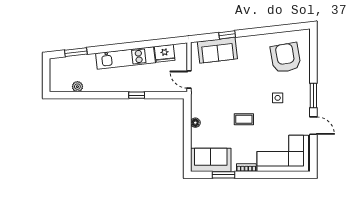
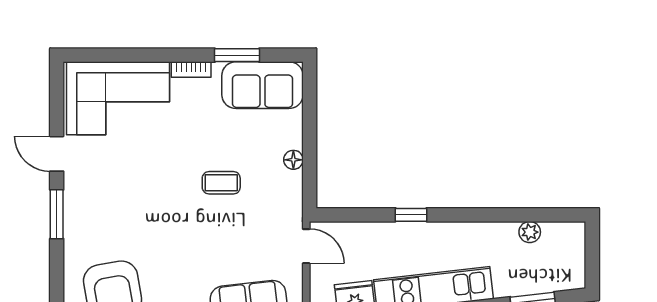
side table: (278, 98) -> (128, 209), removed
coffee table: (244, 119) -> (221, 183), moved

